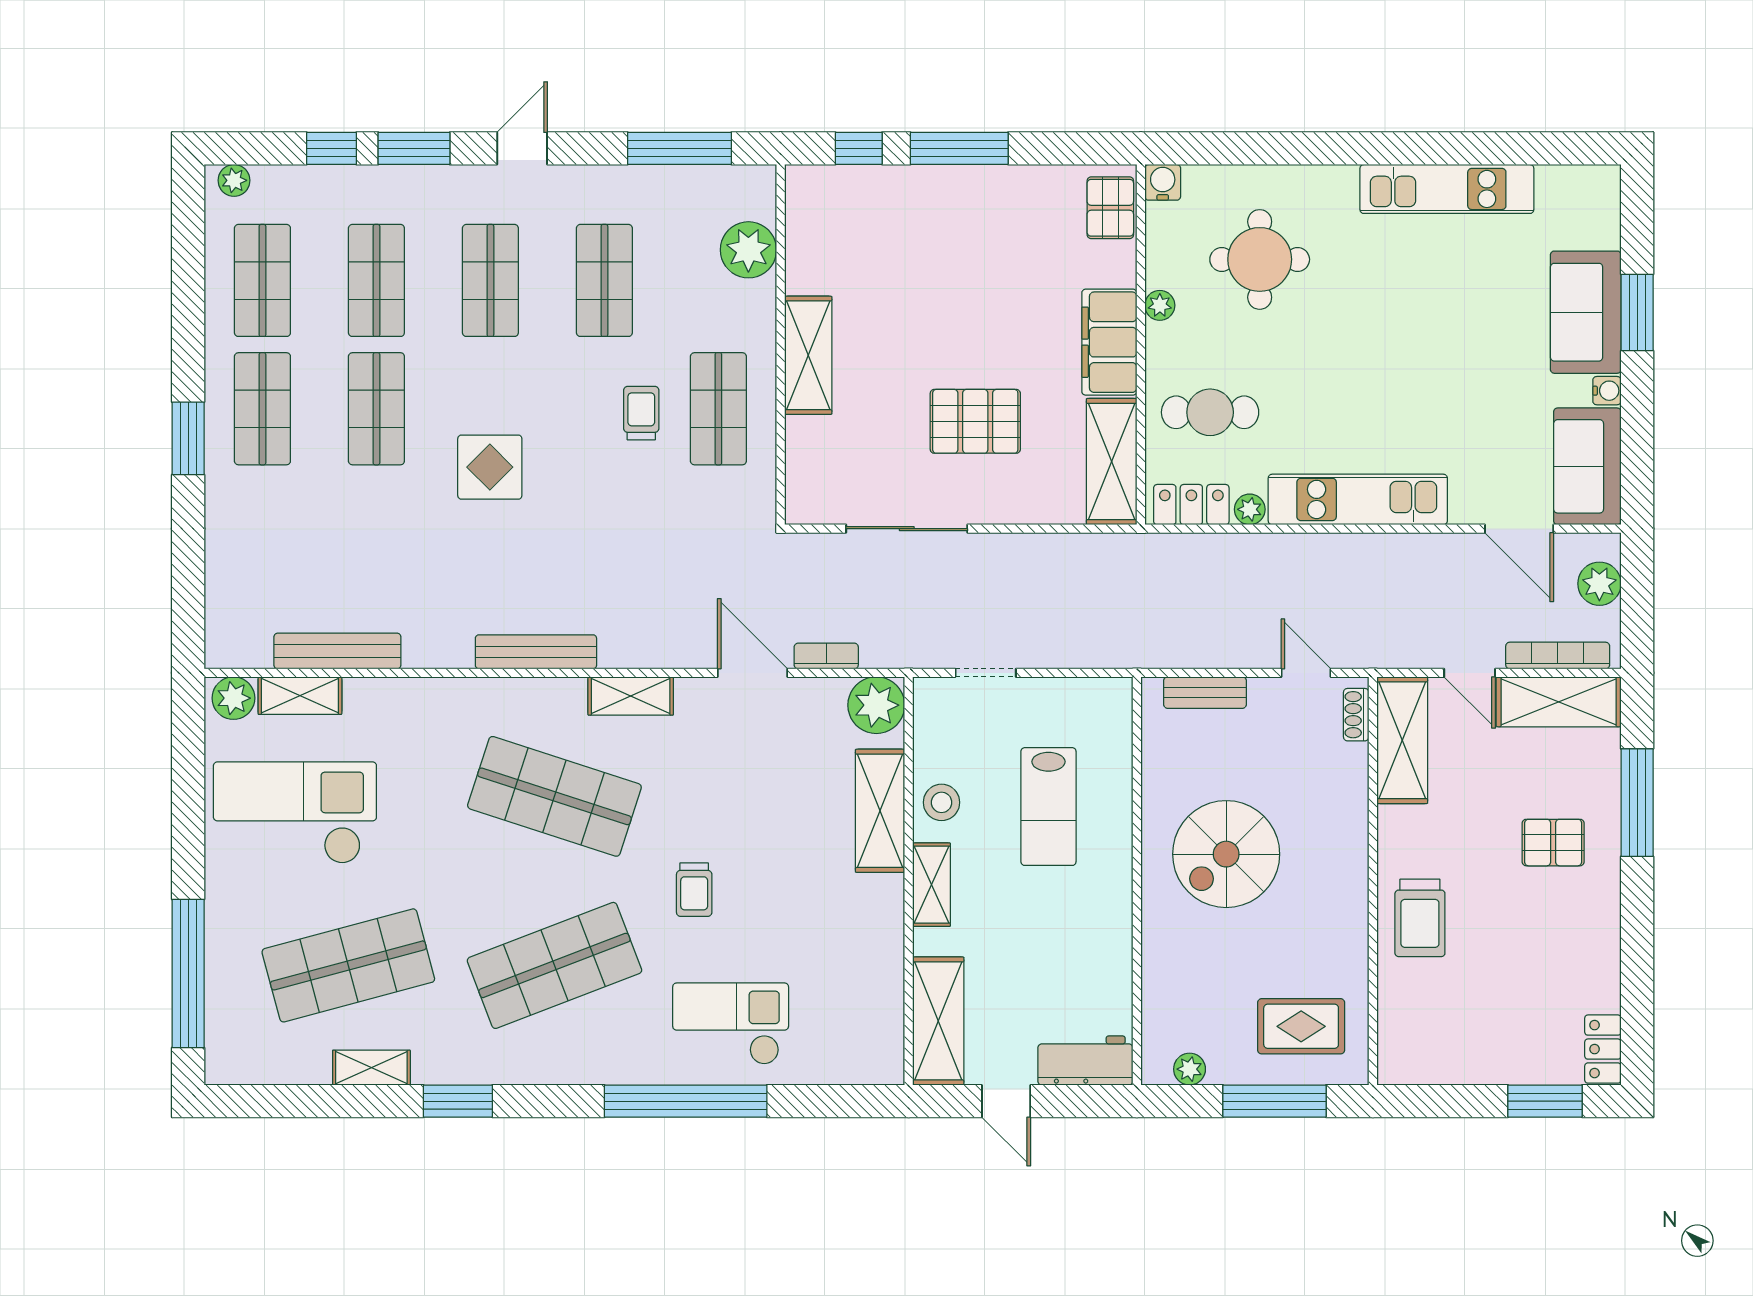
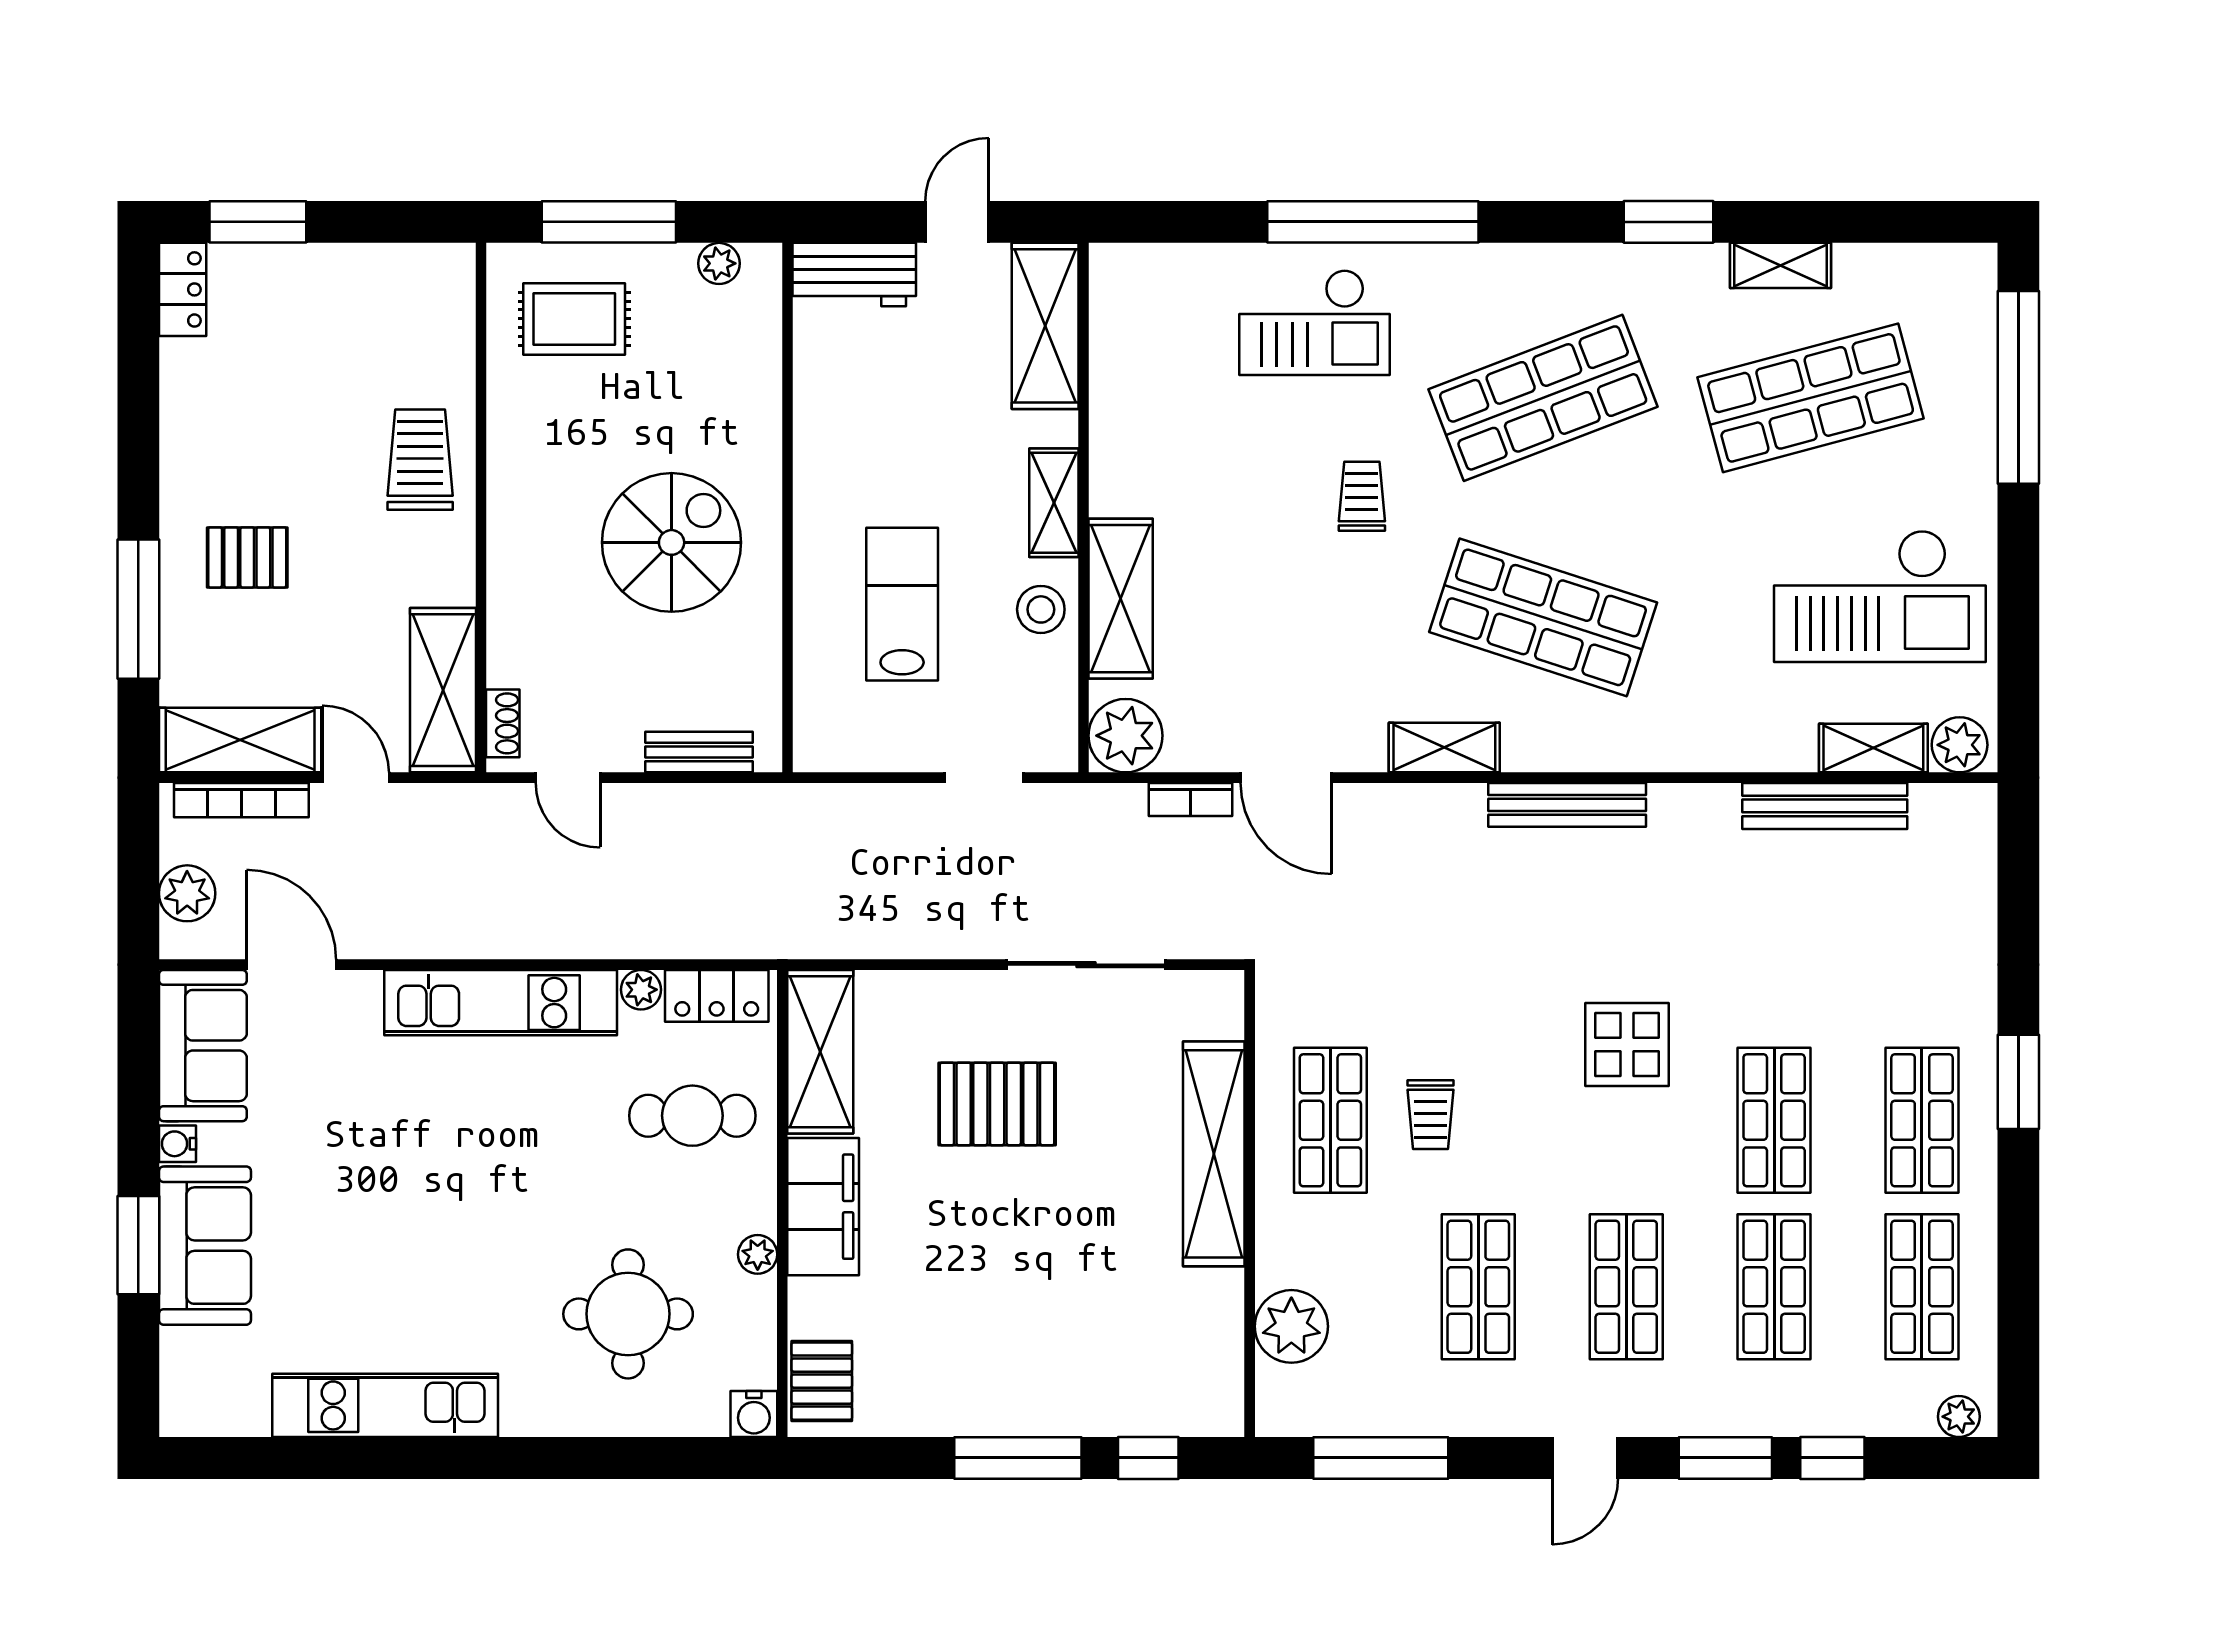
shelving: (808, 355) -> (1214, 1154), width x1.47
door: (1006, 1101) -> (957, 222), hinge flipped

